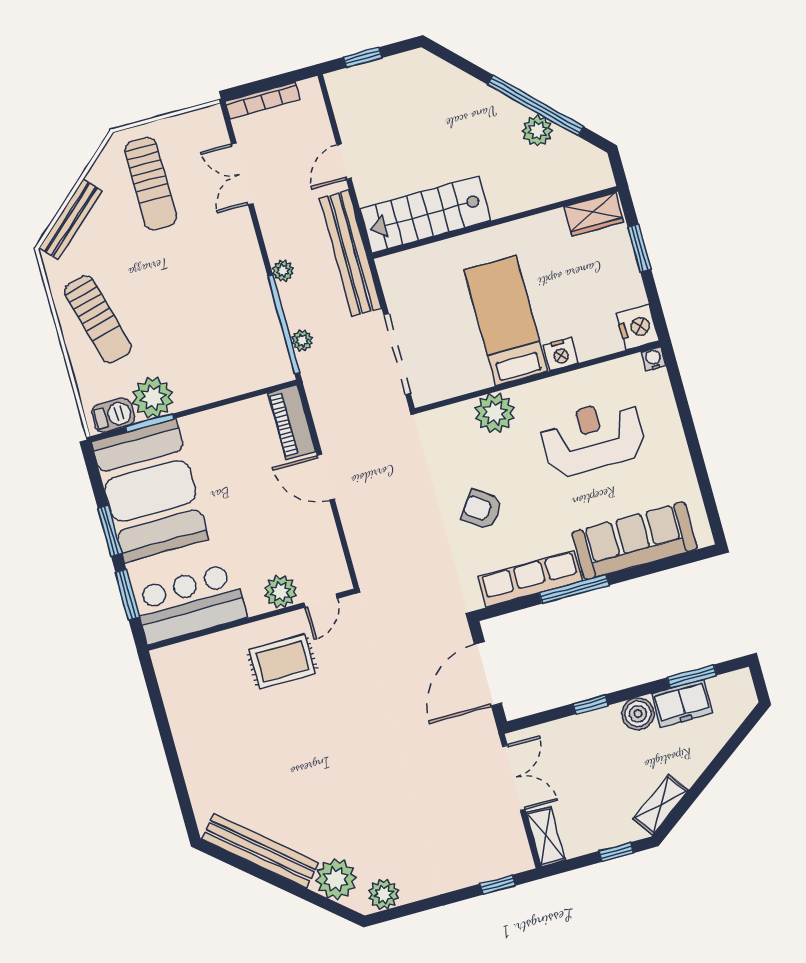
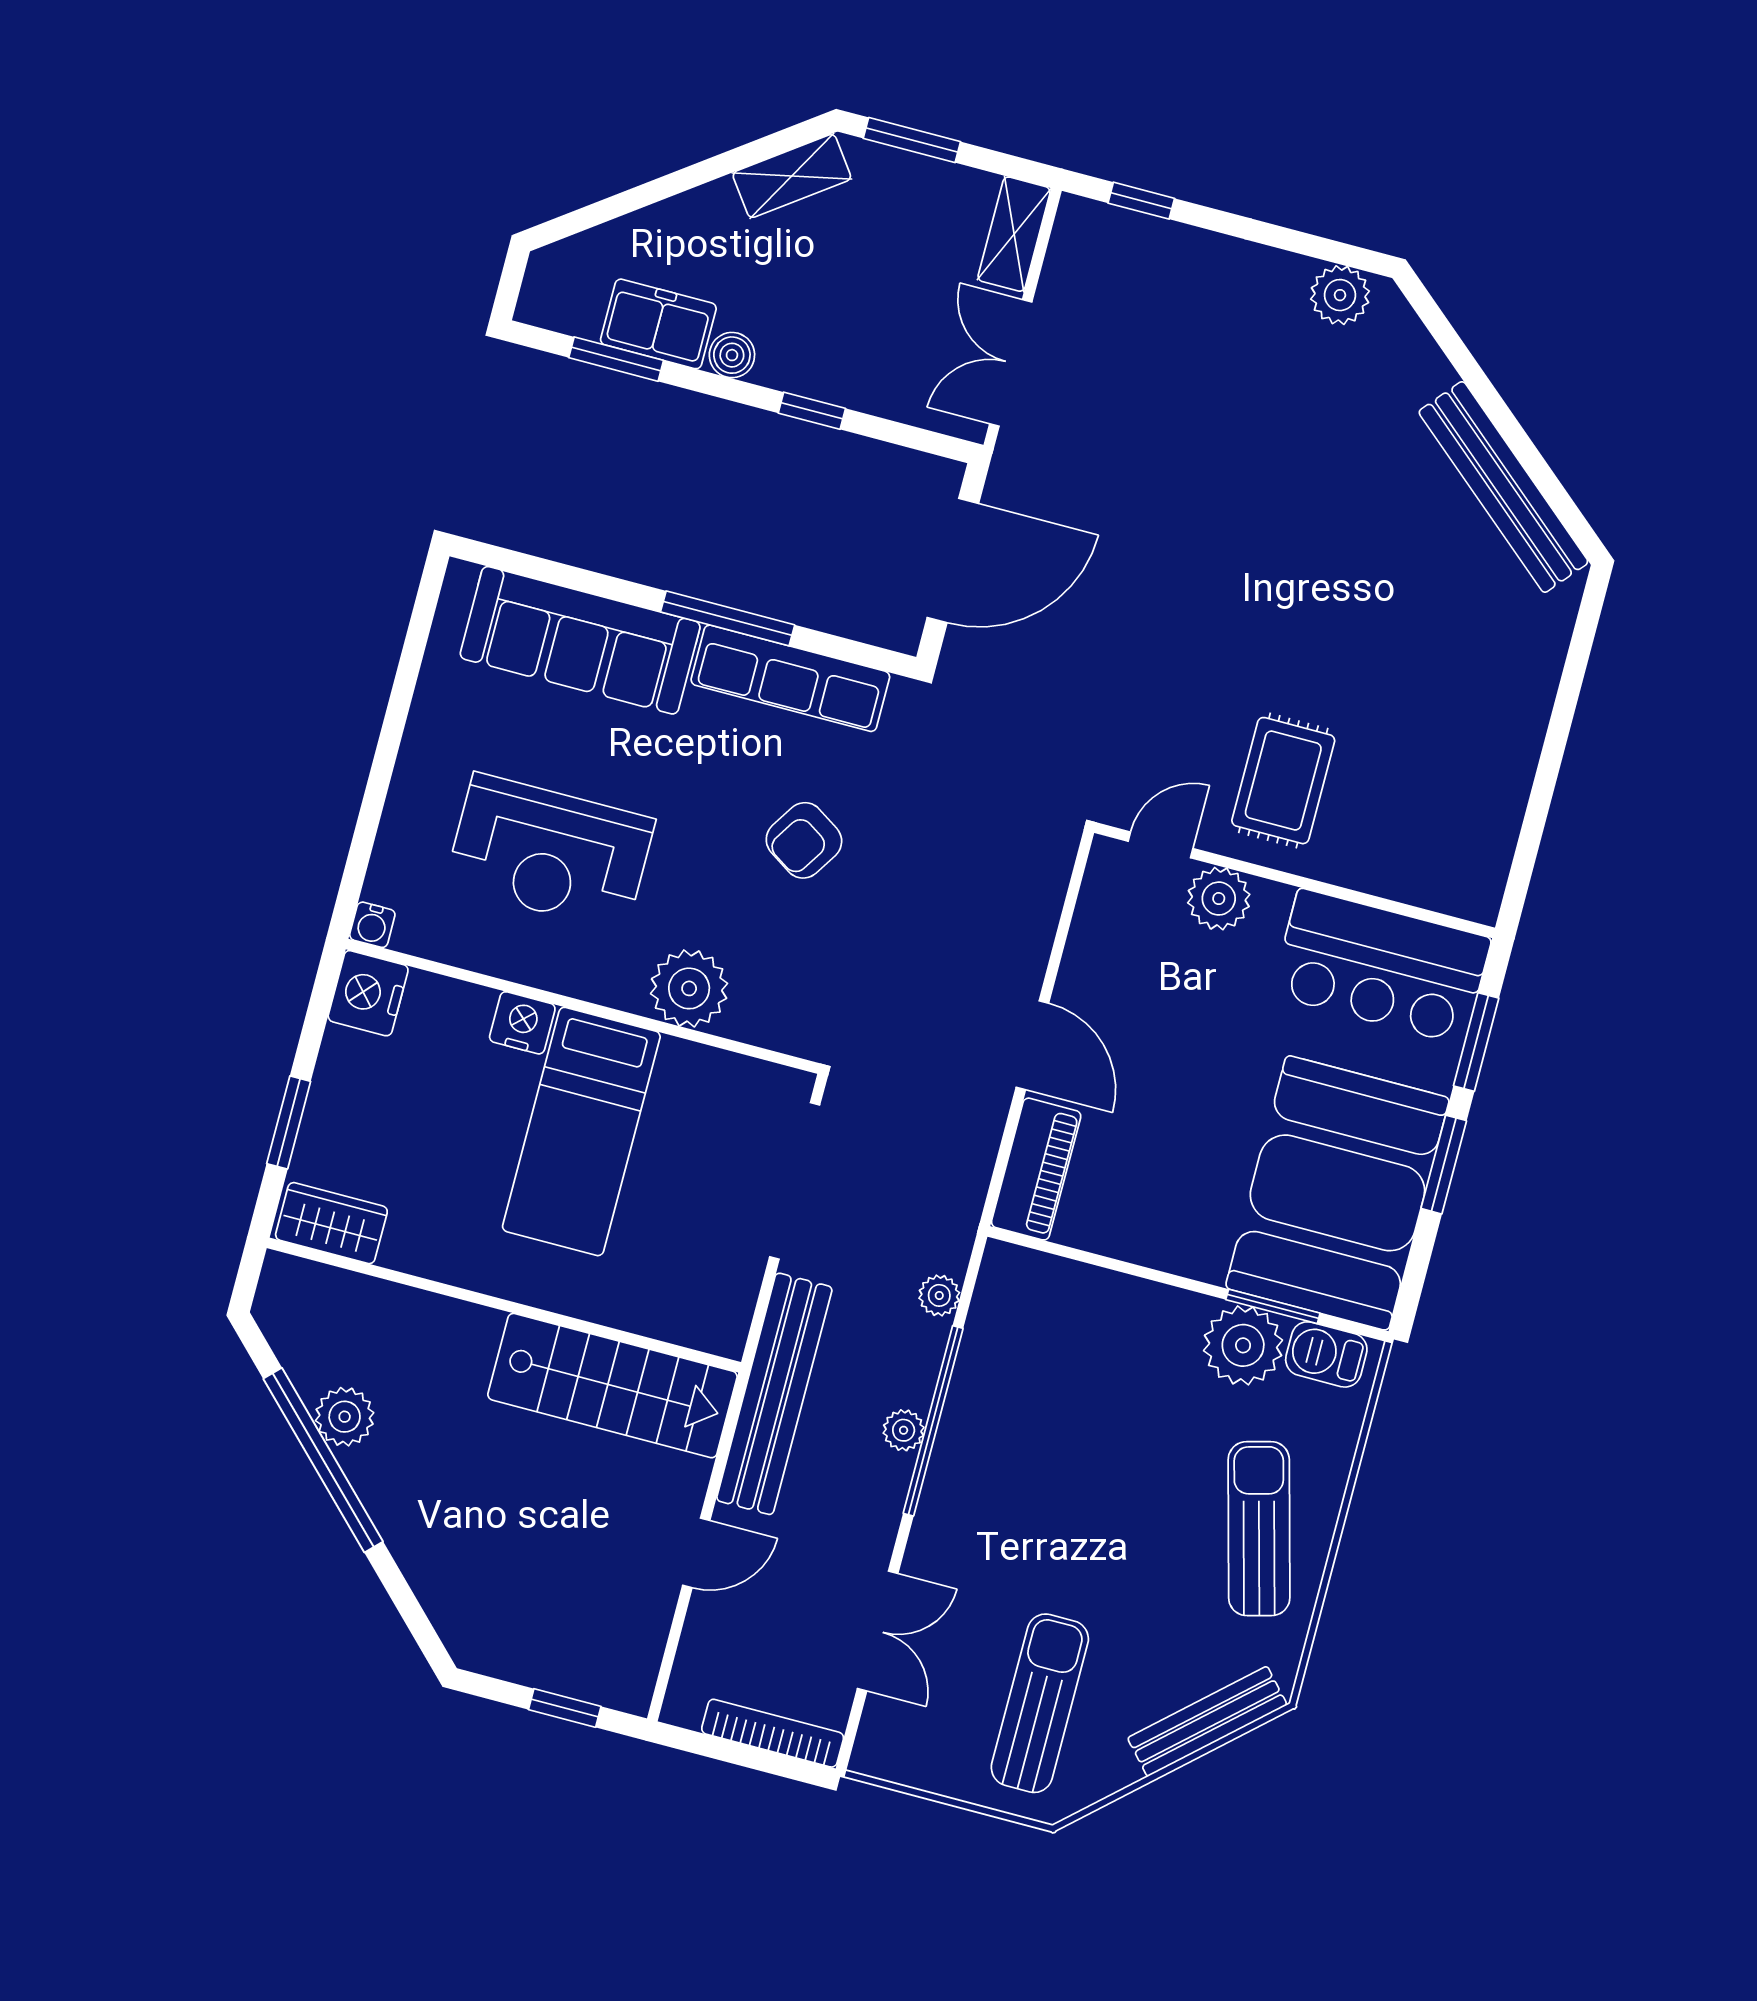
window: (284, 324) -> (933, 1421), moved
armchair: (482, 509) -> (804, 840), turned 88
rug: (282, 662) -> (1283, 781), turned 90
boiler: (638, 714) -> (732, 355), width x0.73, depth x0.73
window: (616, 852) -> (912, 140), width x1.50
plant: (336, 879) -> (1405, 366), removed

